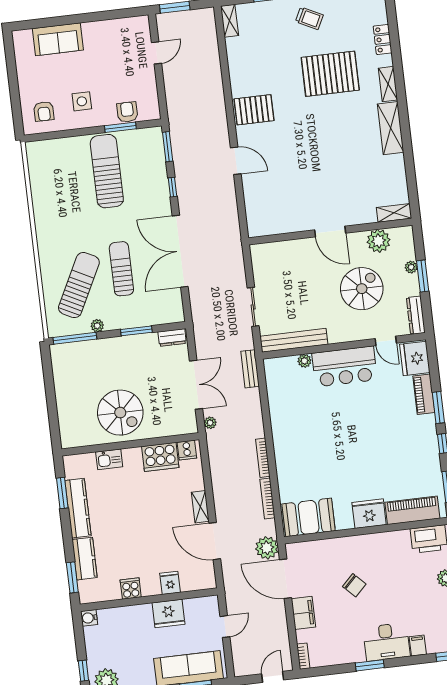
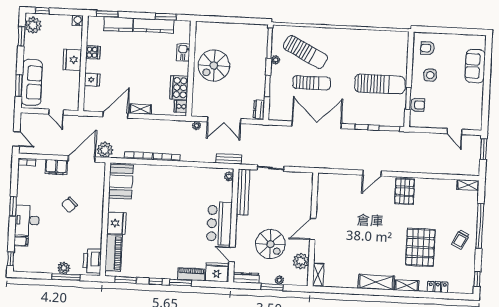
door: (386, 341) -> (232, 254), hinge flipped
plant: (304, 361) -> (229, 176), moved
fridge: (168, 613) -> (72, 60), moved

